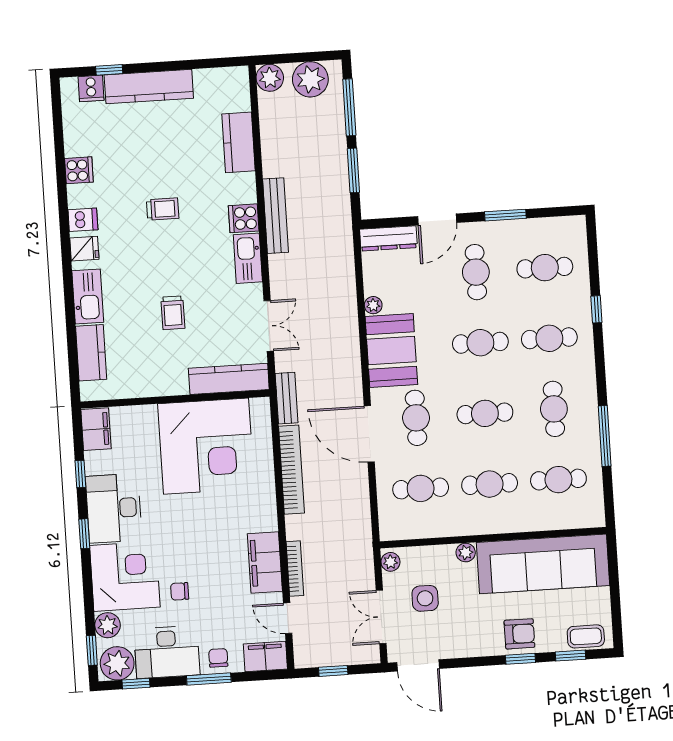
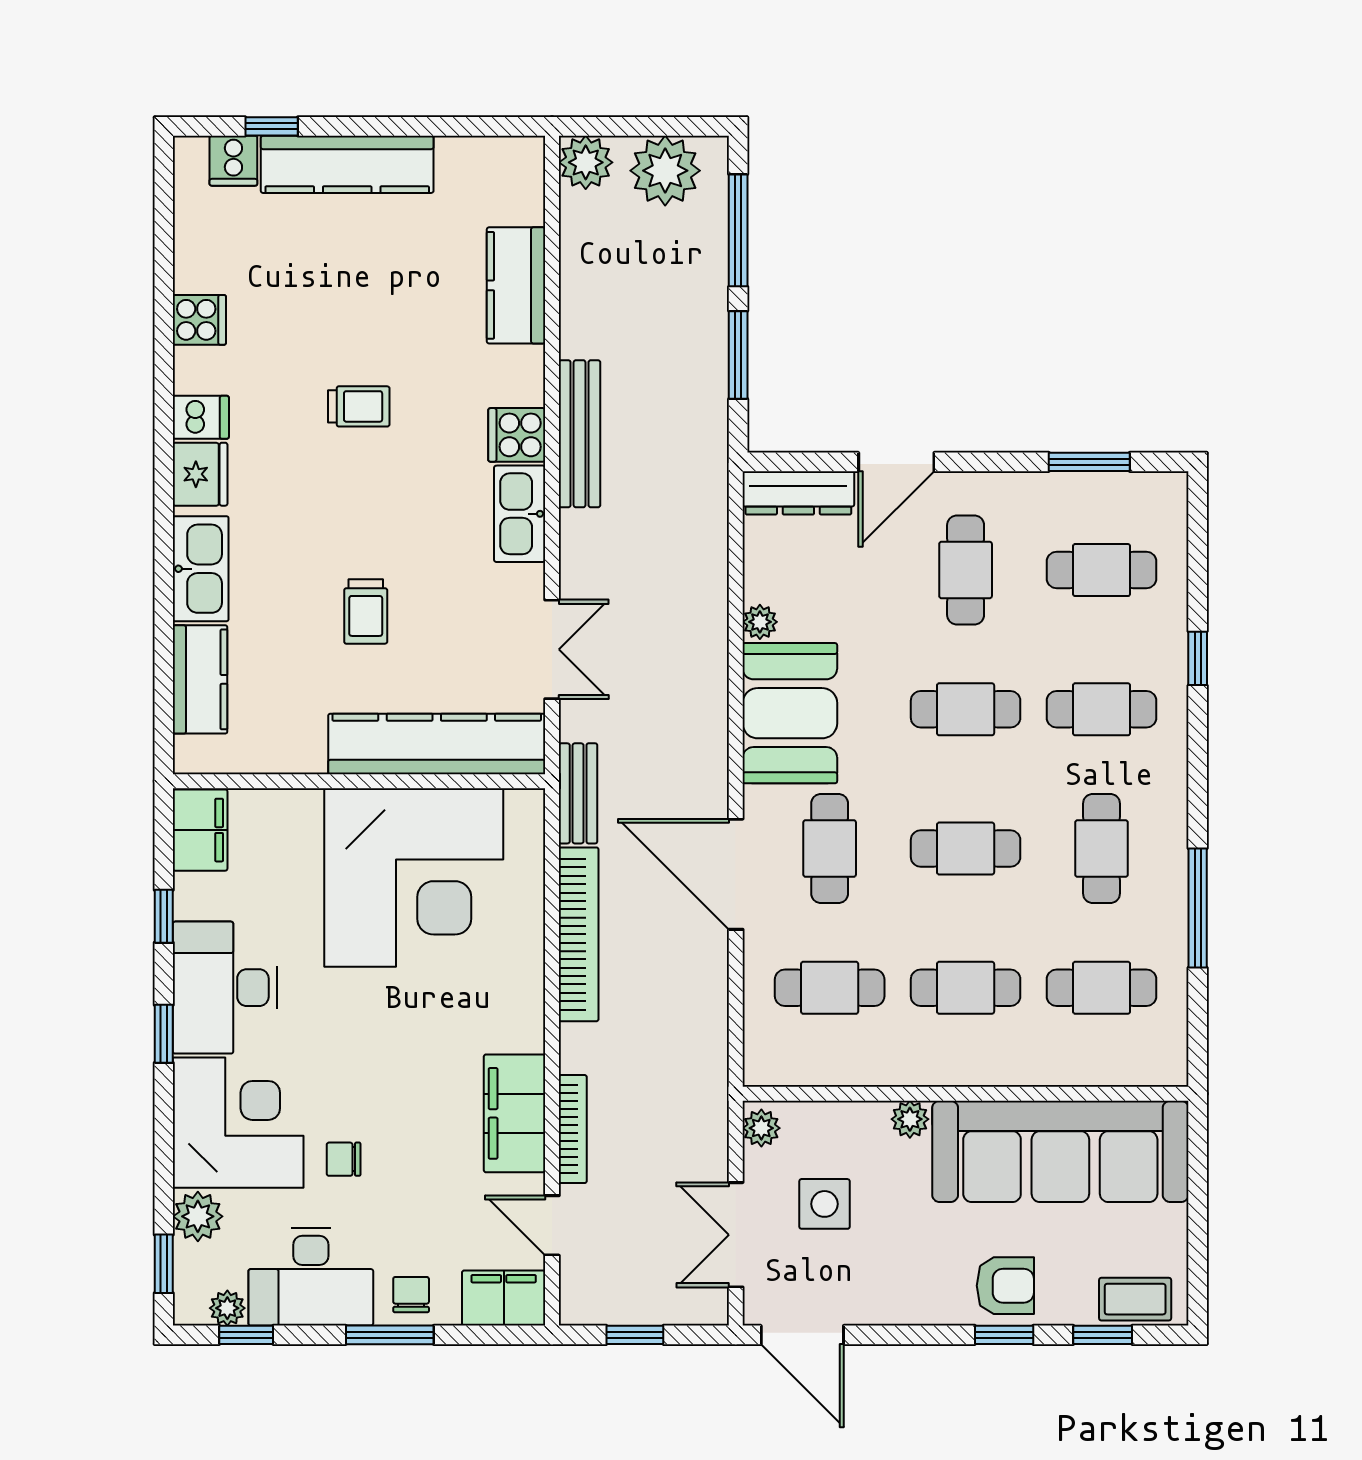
window: (505, 215) -> (1089, 462), moved
fridge: (84, 249) -> (200, 474), width x1.38
kitchen counter: (229, 379) -> (437, 744), width x1.39, depth x1.17
plant: (117, 663) -> (227, 1308), width x0.53, depth x0.53

